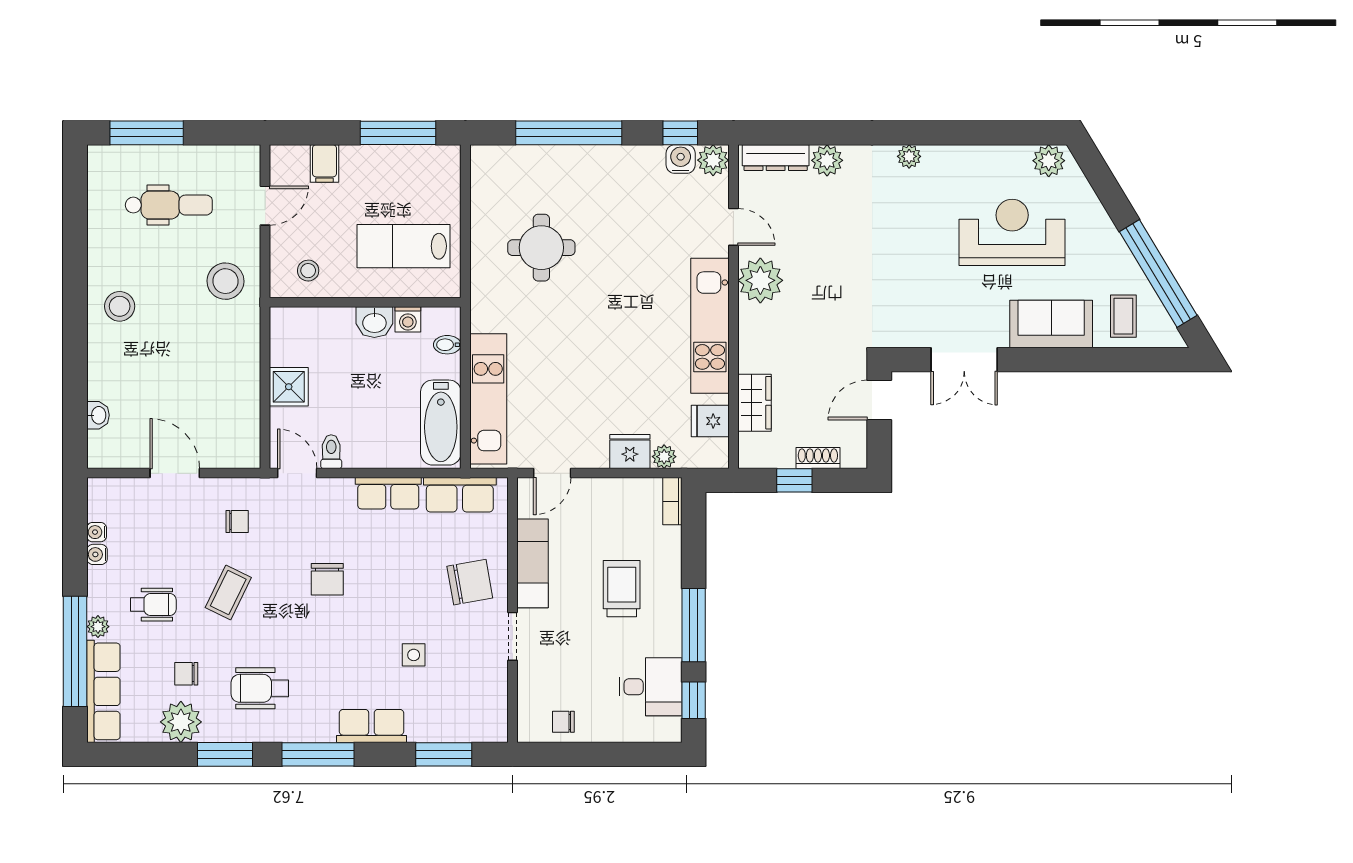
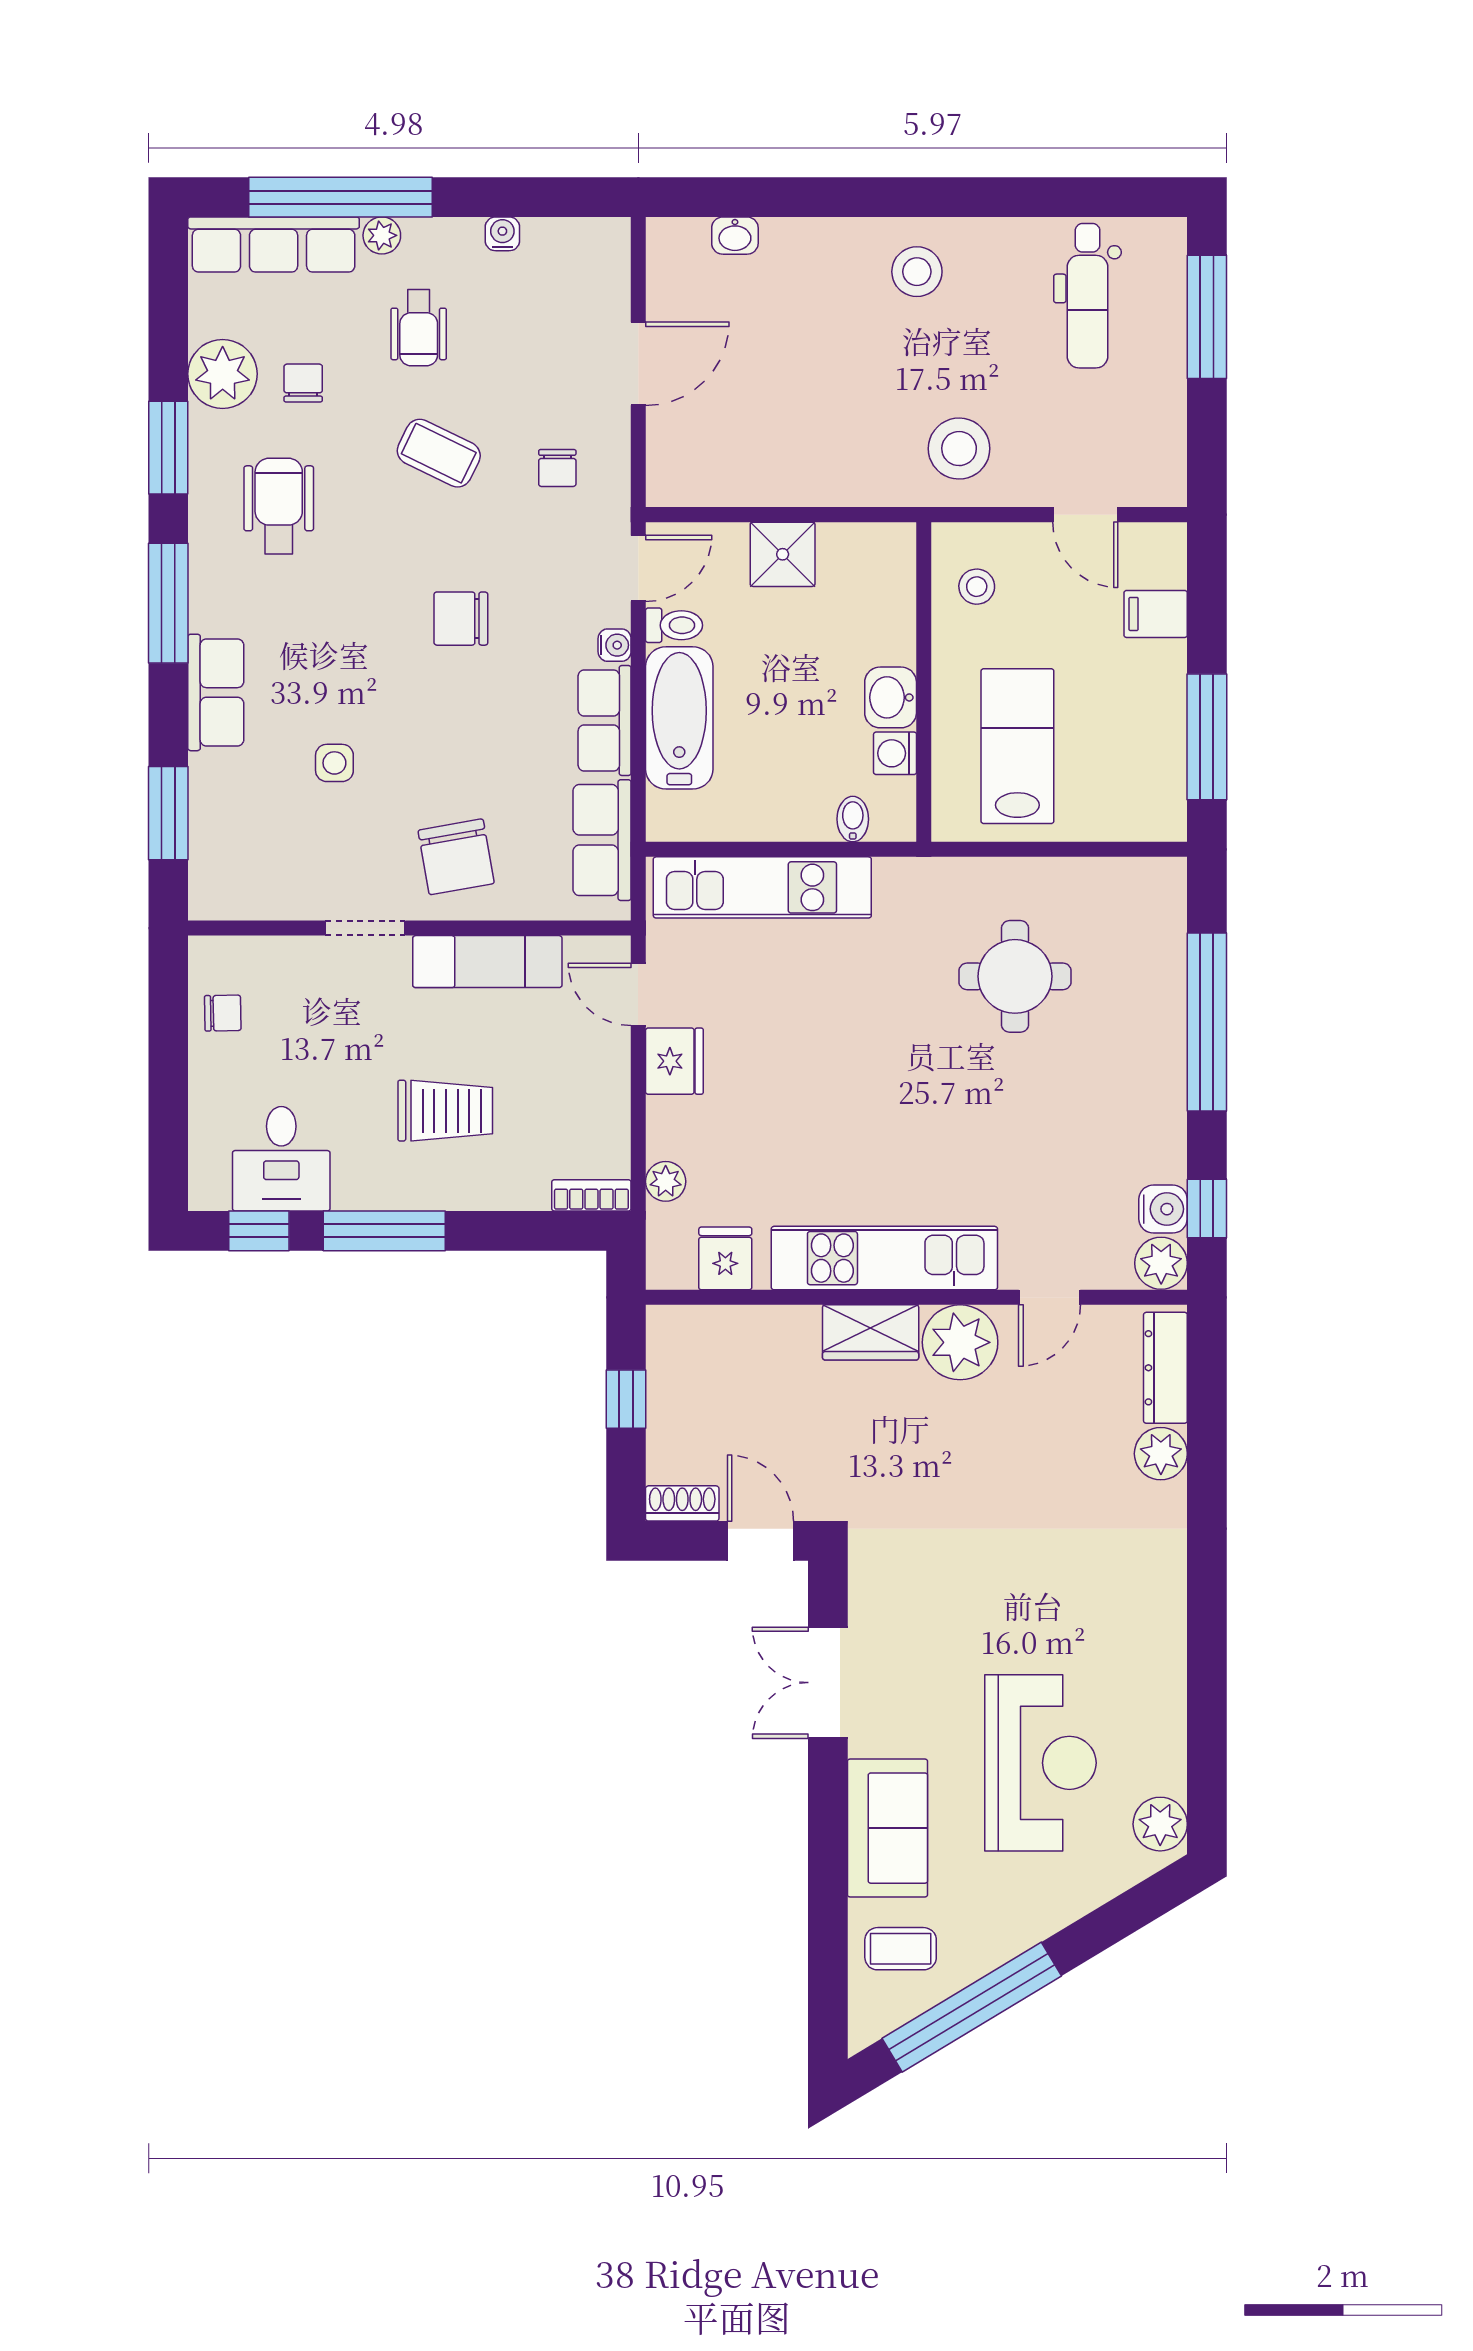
plant: (909, 156) -> (1167, 1591), removed
dental chair: (169, 205) -> (1088, 296), moved
wardrobe: (754, 403) -> (871, 1332), moved
bathtub: (441, 423) -> (679, 718), moved, turned 90
fridge: (630, 451) -> (674, 1061), moved
shoe rack: (818, 458) -> (682, 1503), moved, turned -90
water cooler: (97, 532) -> (615, 645), moved, turned 90
chair: (563, 722) -> (223, 1013), turned 89

